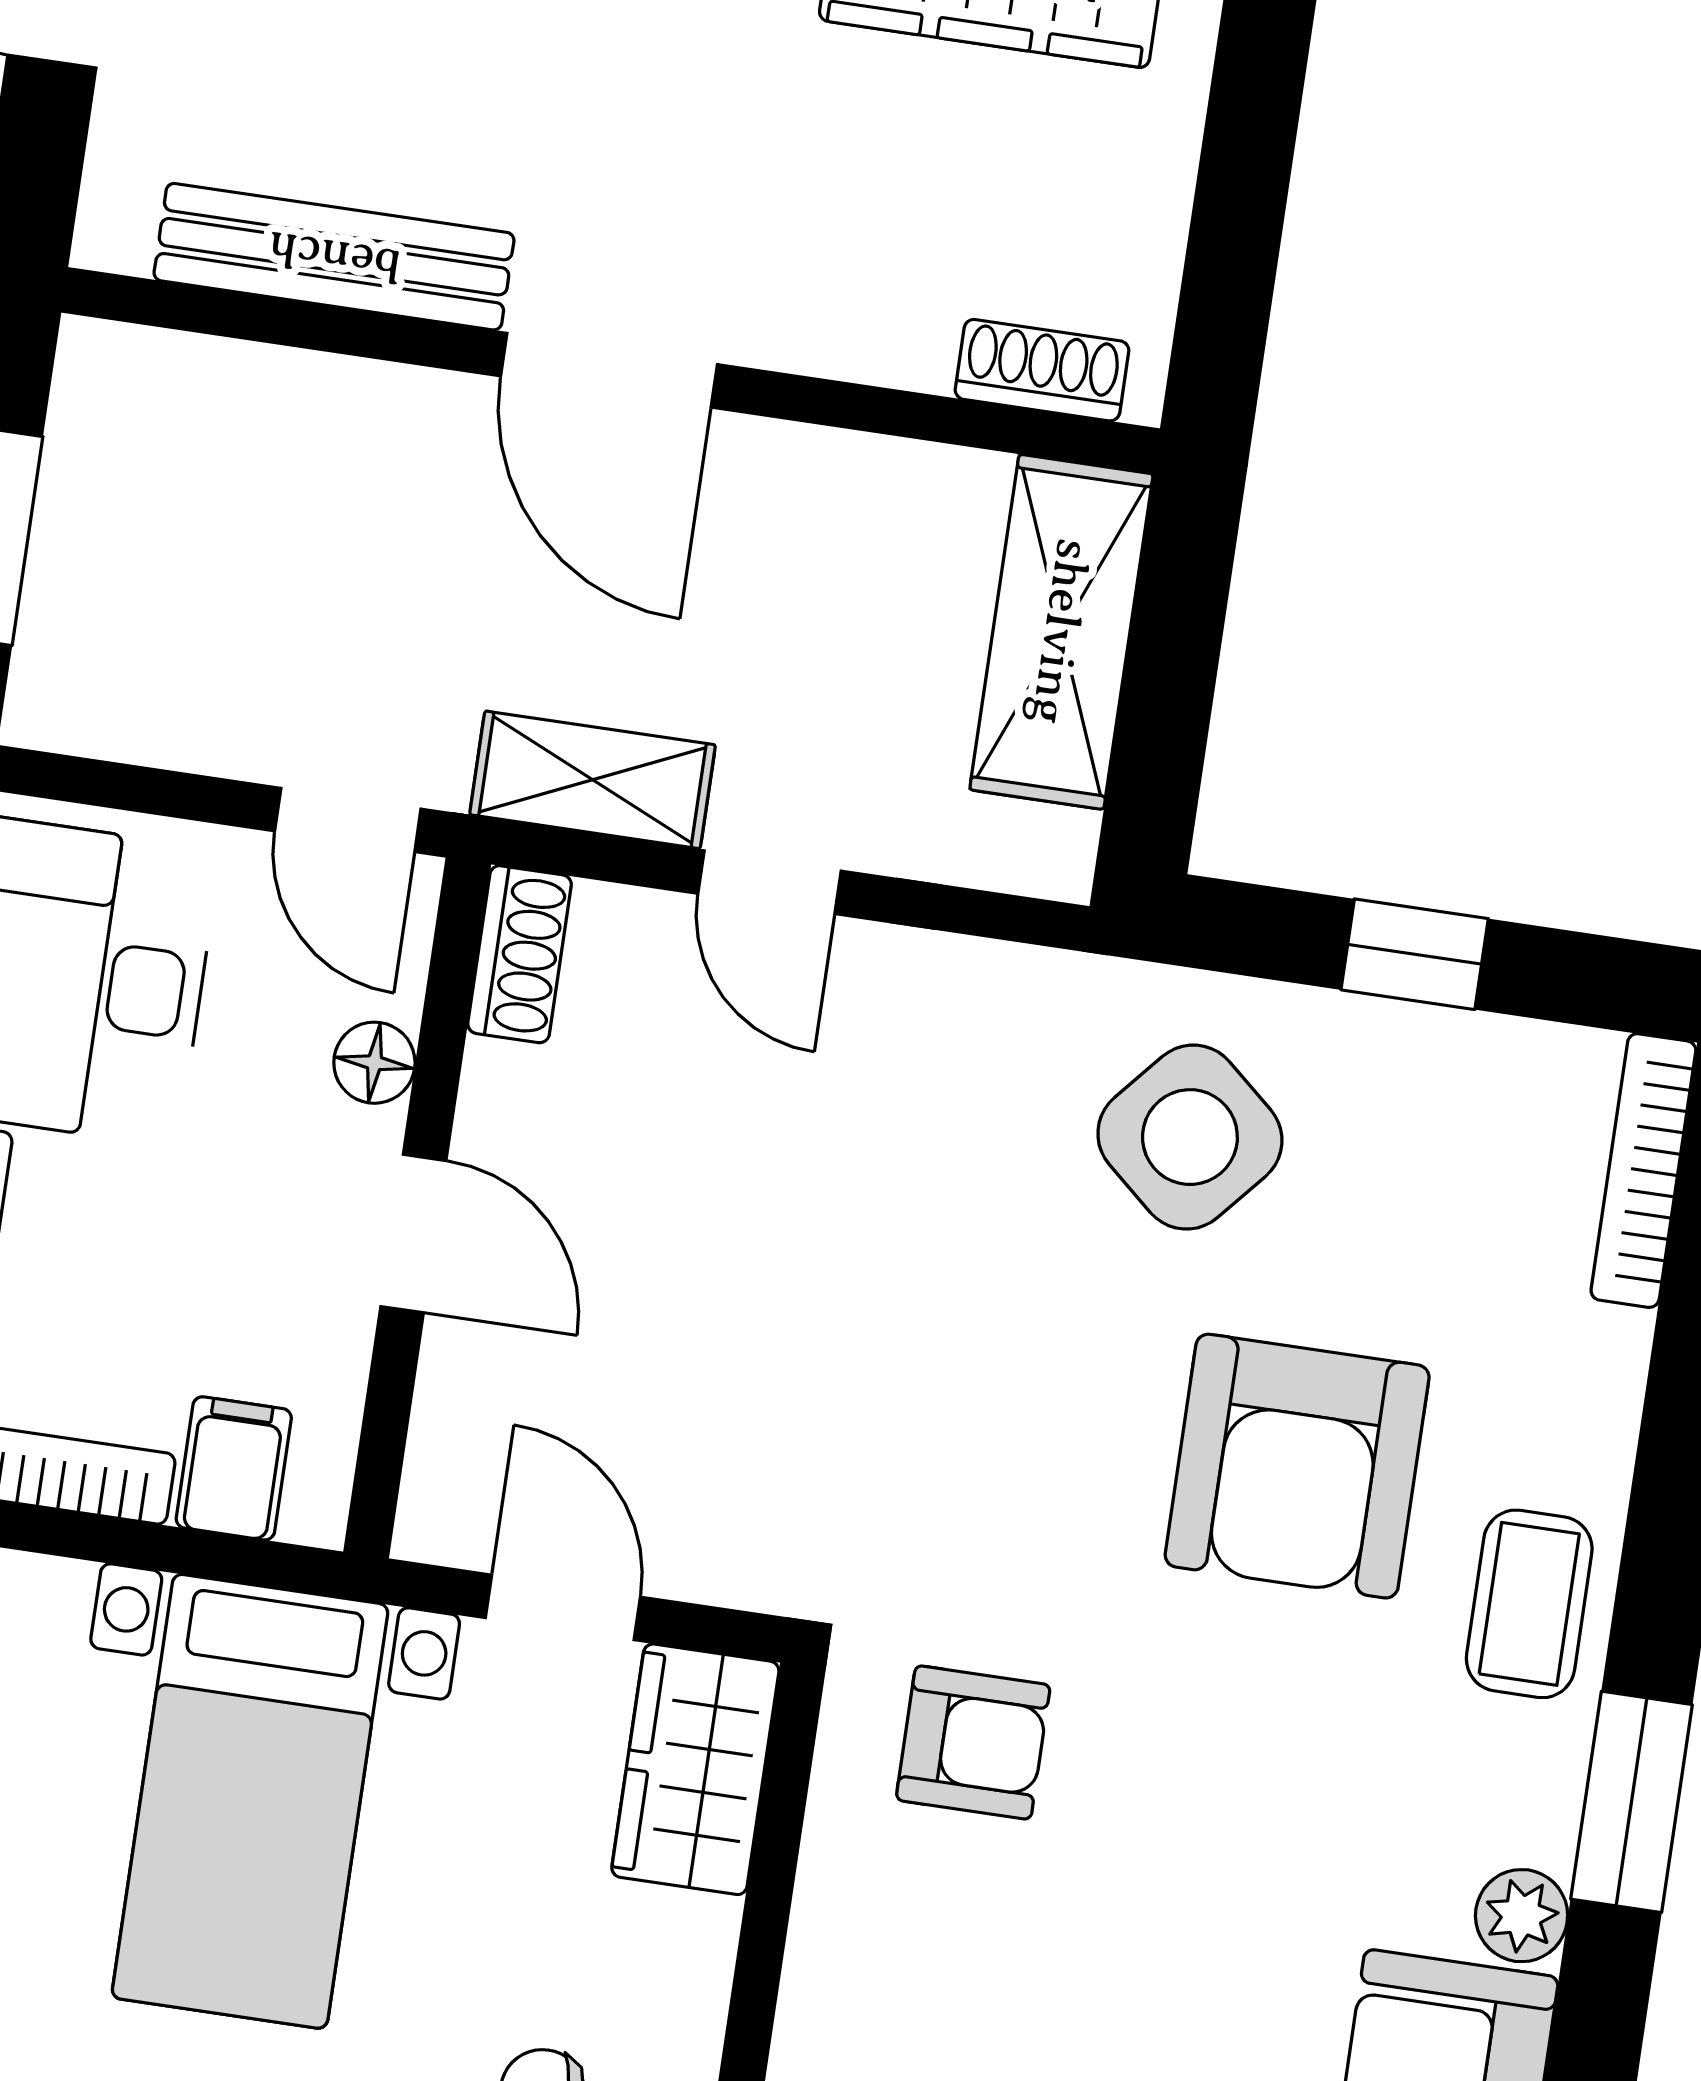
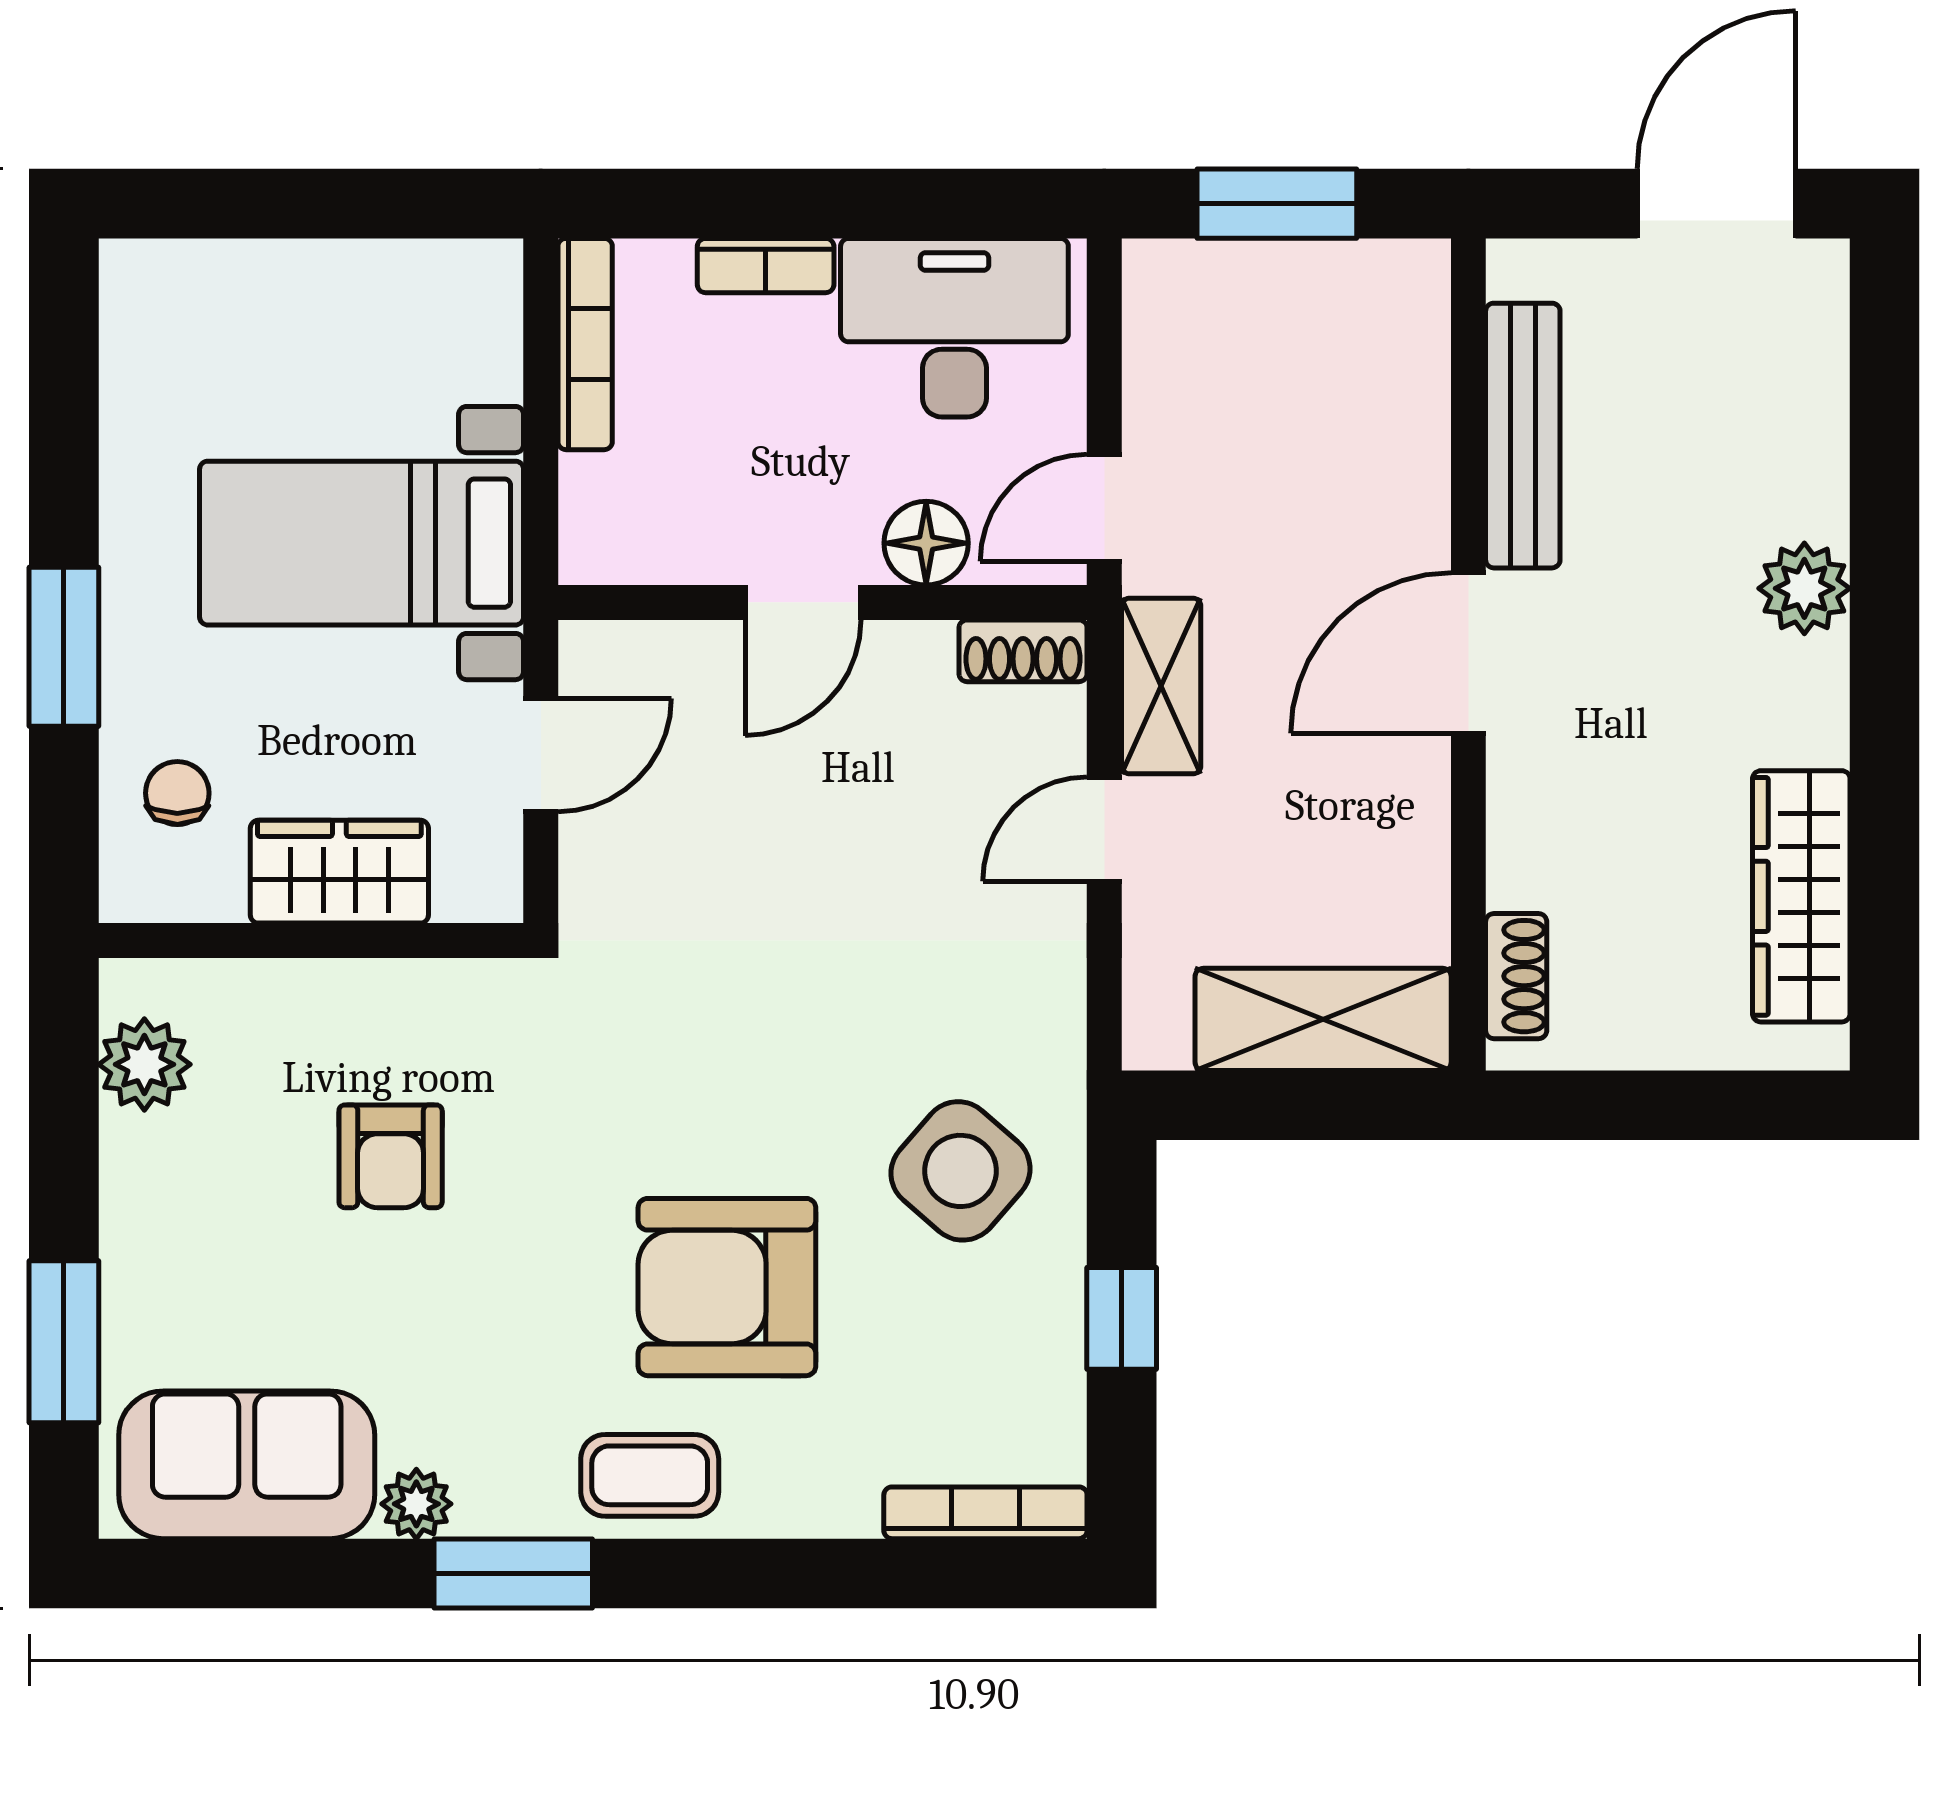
floor lamp: (374, 1063) -> (926, 543), width x1.37, depth x1.37
filing cabinet: (234, 1468) -> (608, 494), removed
armchair: (973, 1742) -> (391, 1156), moved
wardrobe: (695, 1769) -> (339, 872), moved

